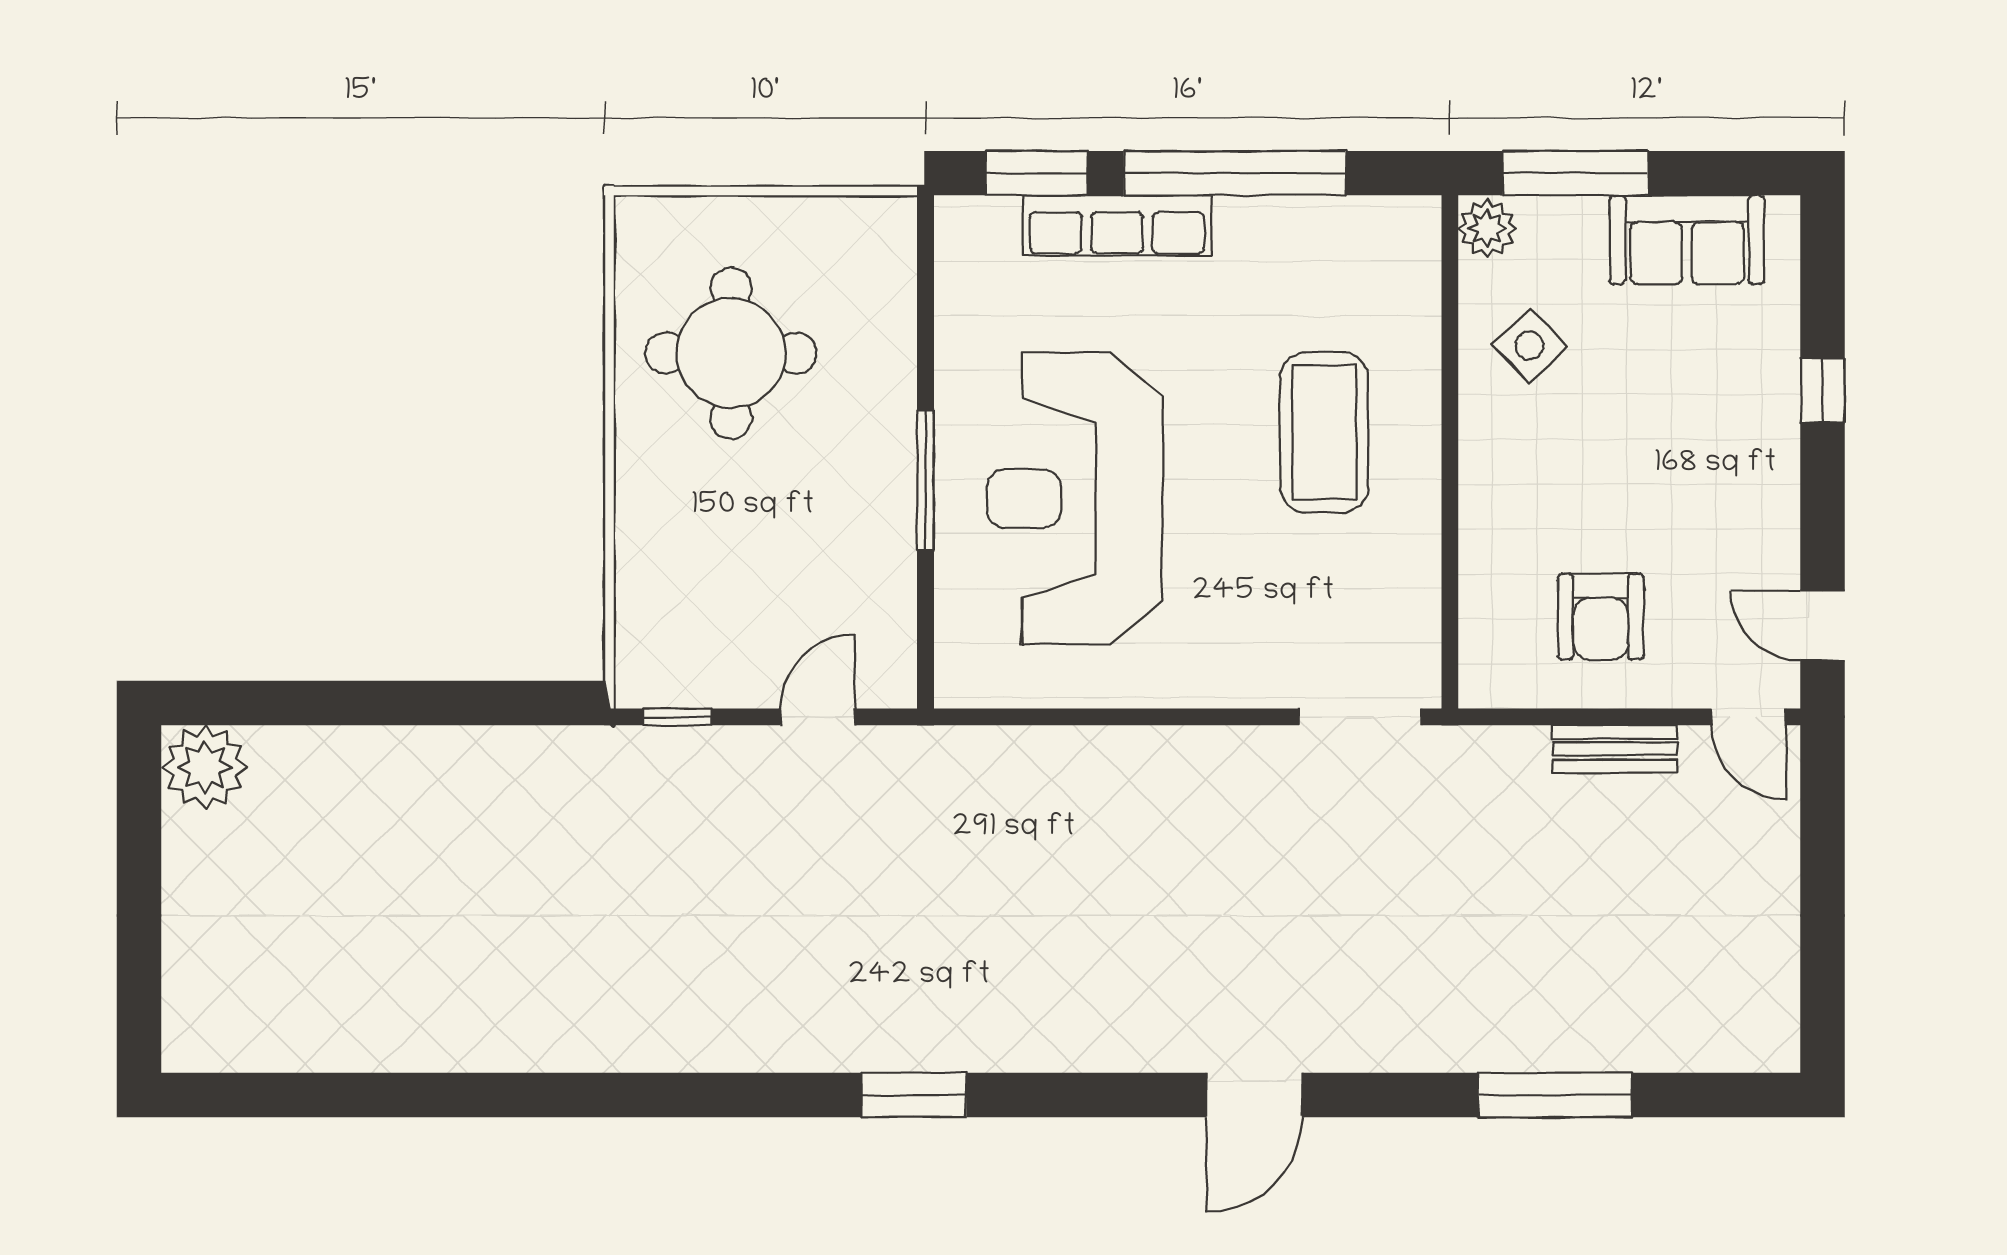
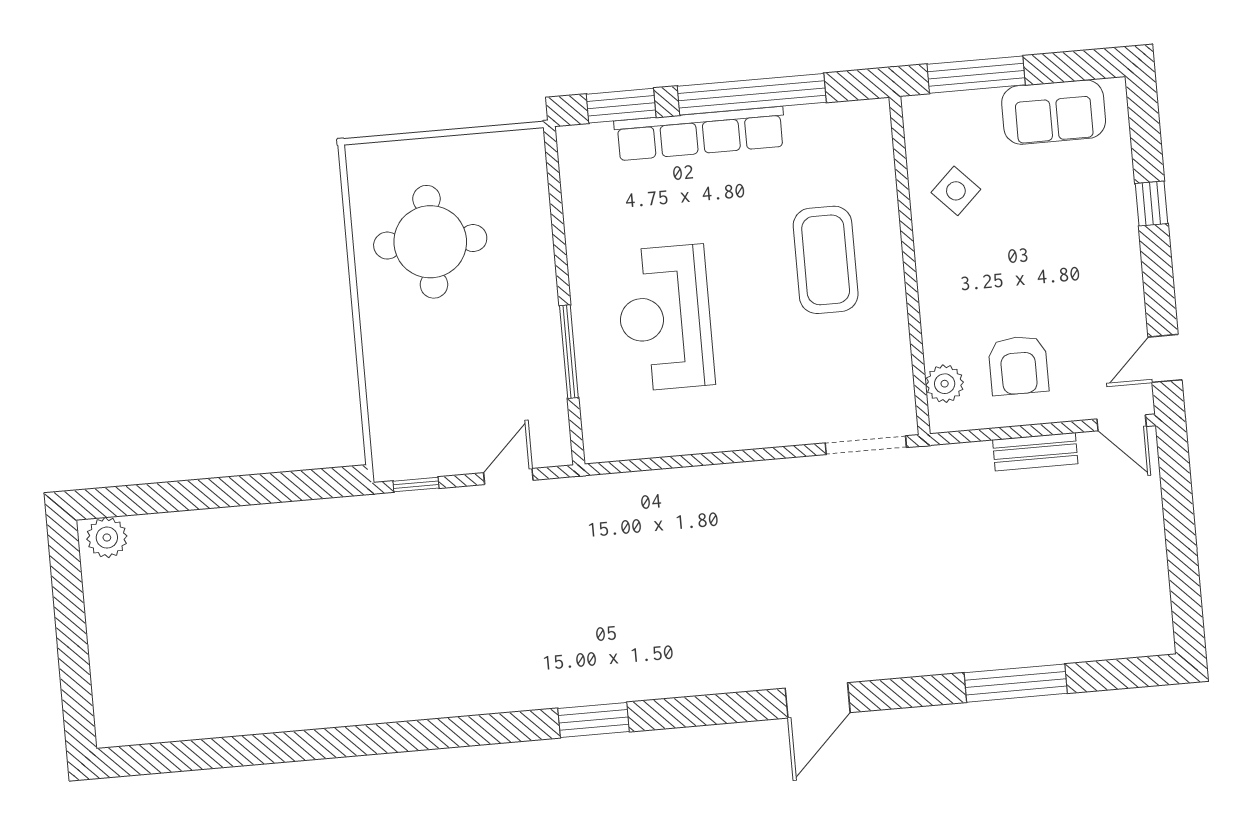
row of seats: (1117, 226) -> (700, 134), width x1.36
plant: (1487, 228) -> (945, 384), moved
window: (925, 480) -> (569, 352), moved
reception desk: (1075, 499) -> (665, 318), width x0.74, depth x0.77
door: (1822, 626) -> (1165, 358), hinge flipped
plant: (205, 767) -> (107, 538), width x0.73, depth x0.73

